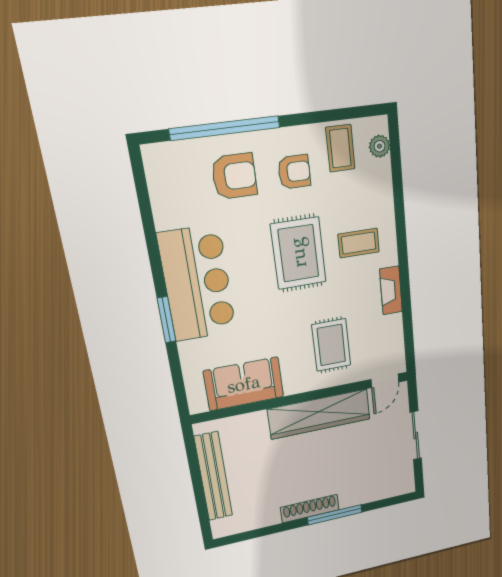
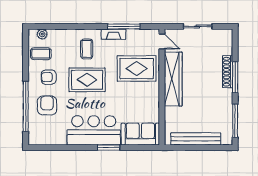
armchair: (294, 172) -> (49, 77), turned -90
window: (406, 307) -> (124, 26), added
rug: (331, 345) -> (137, 69), width x1.36, depth x1.43
sofa: (244, 384) -> (140, 134), moved, turned 90
shoe rack: (310, 509) -> (228, 72), moved
window: (258, 533) -> (235, 121), added

